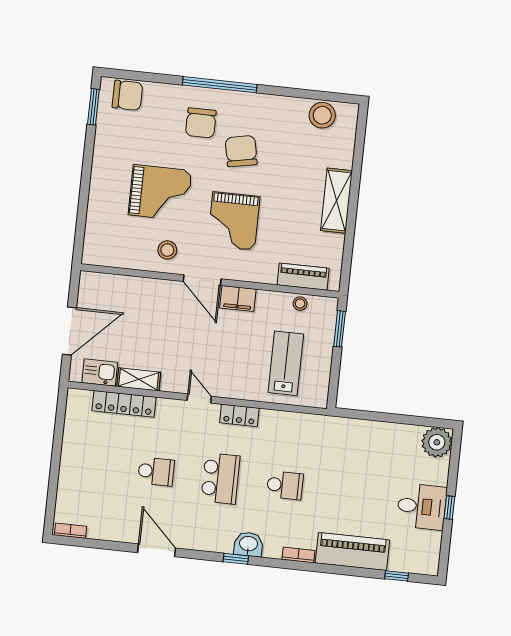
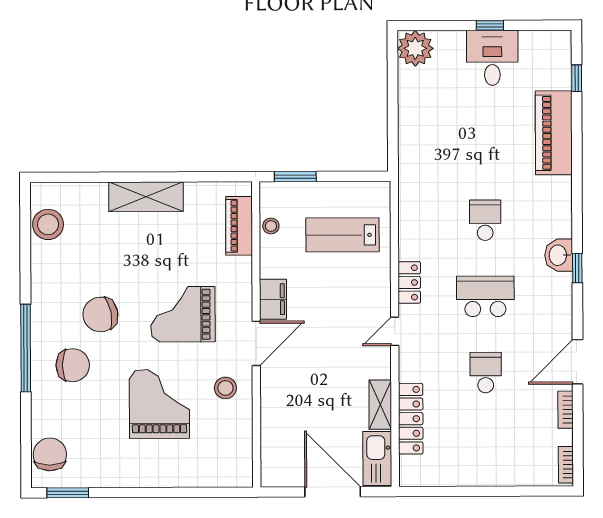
grand piano: (234, 221) -> (183, 314), turned 180
kitchen sink: (100, 372) -> (377, 458), width x1.38
bookcase: (298, 555) -> (565, 410), moved

